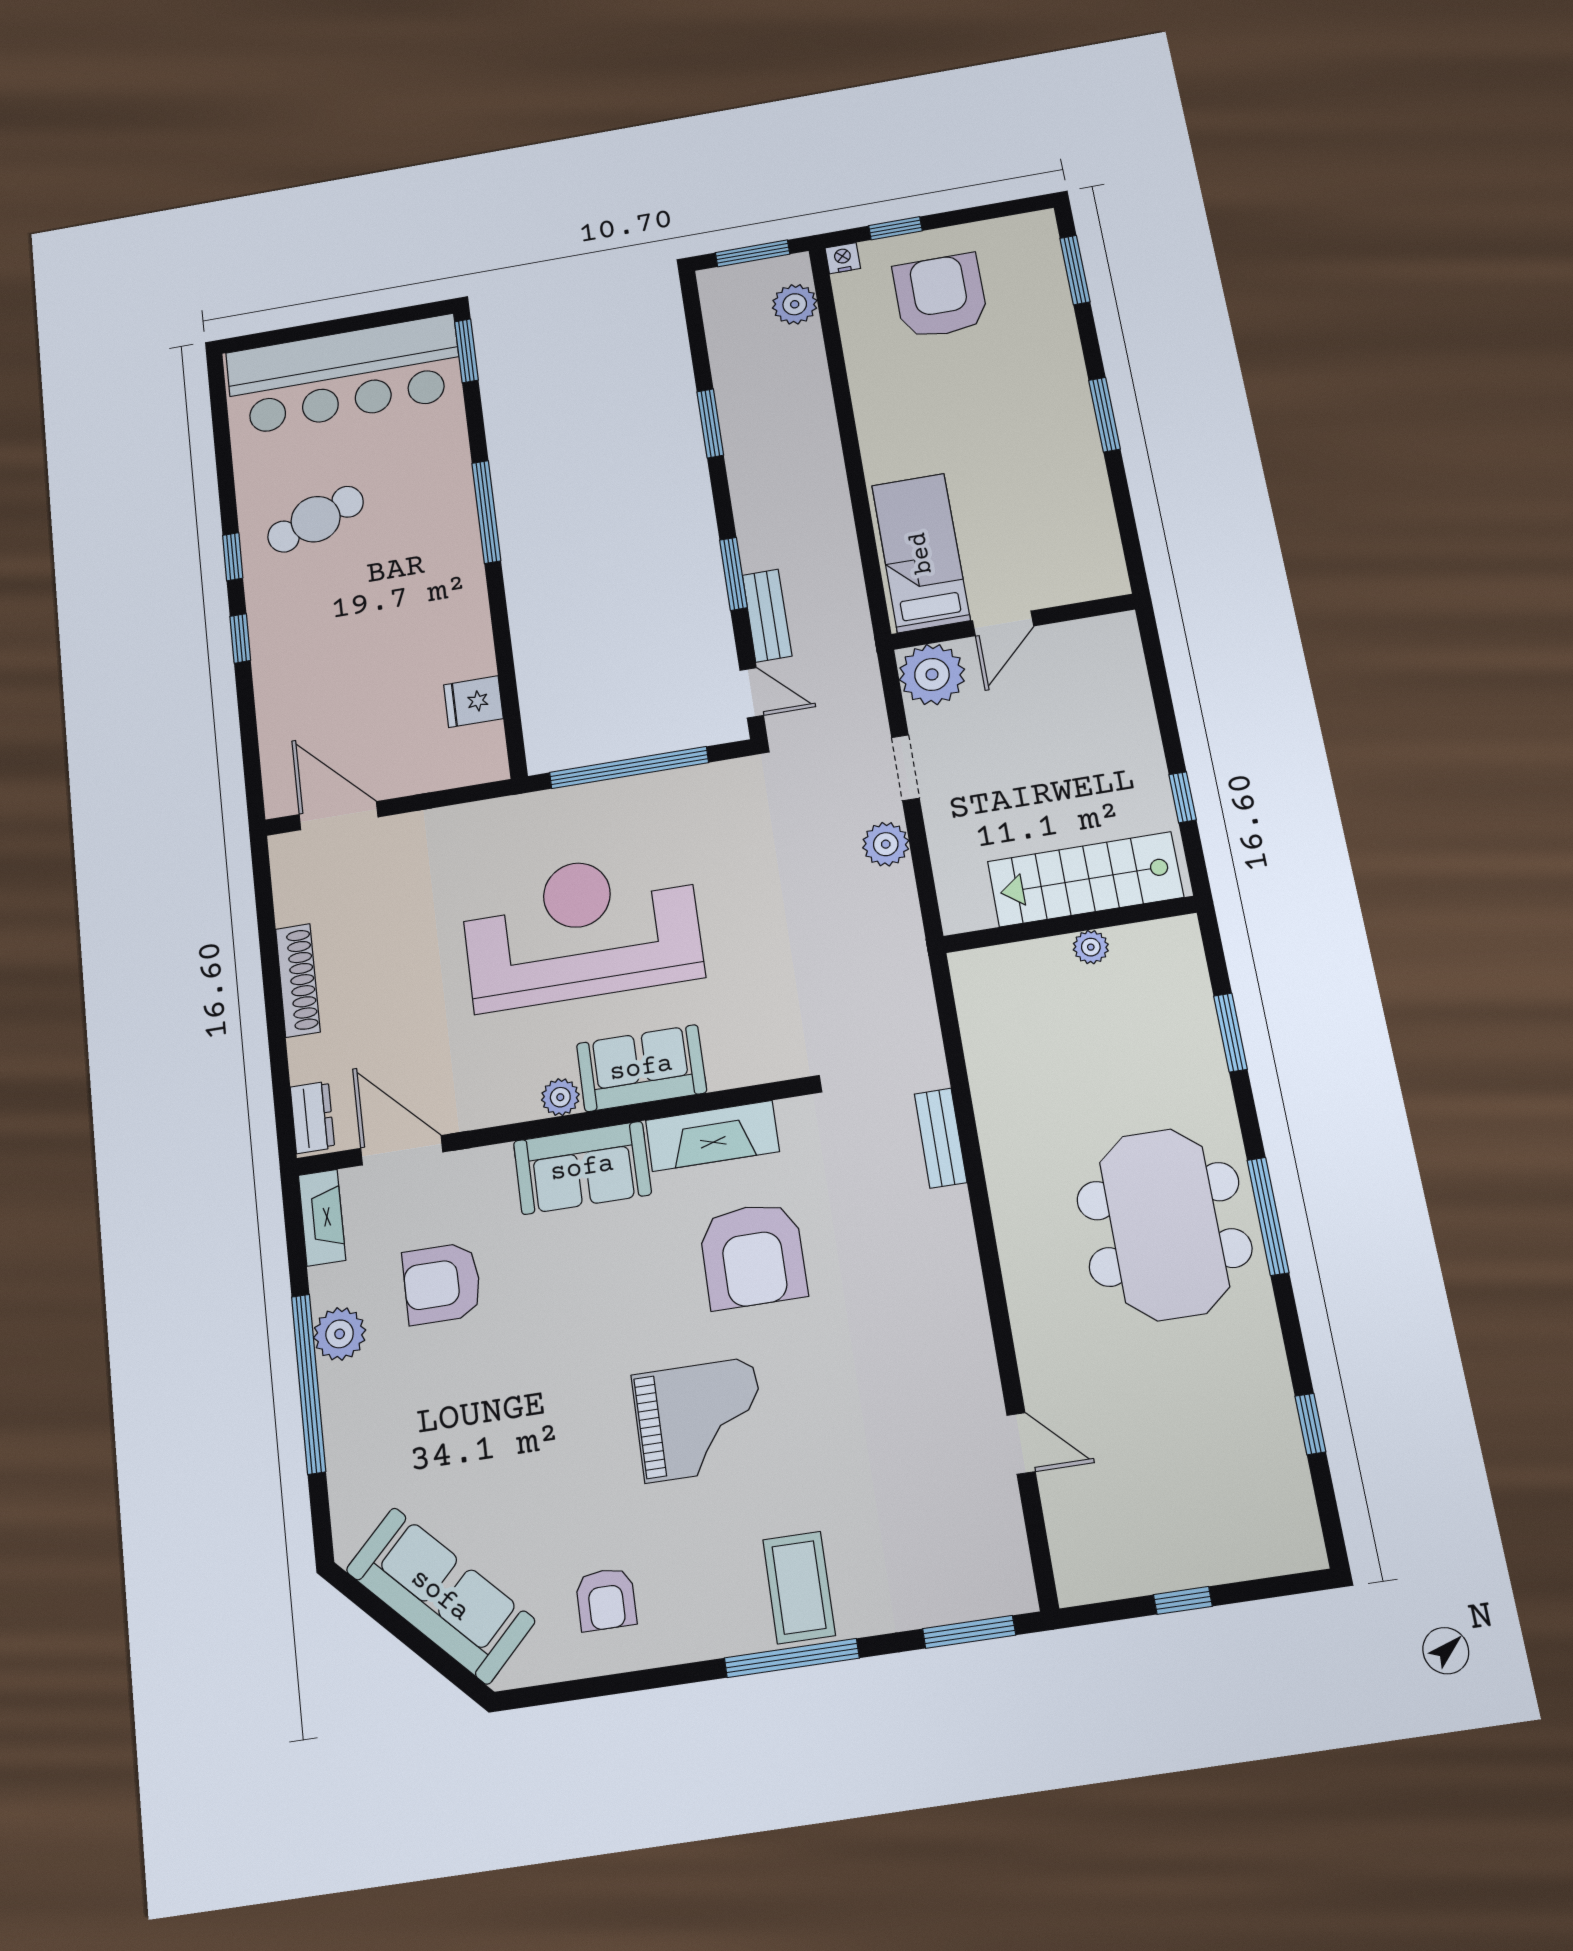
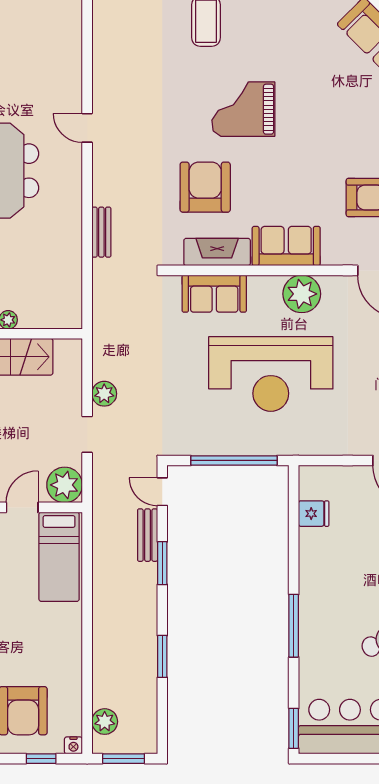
sofa: (641, 1068) -> (214, 294), moved
plant: (560, 1097) -> (302, 294), width x1.88, depth x1.88
door: (1021, 1443) -> (87, 128), moved
armchair: (606, 1599) -> (301, 29), removed

